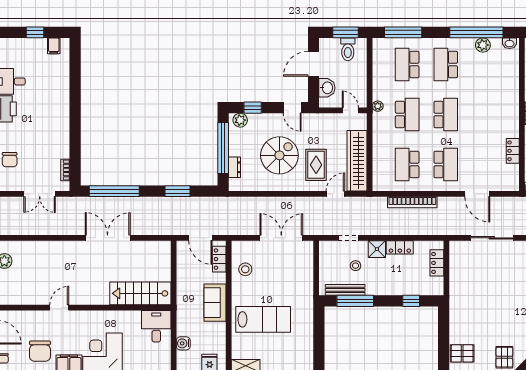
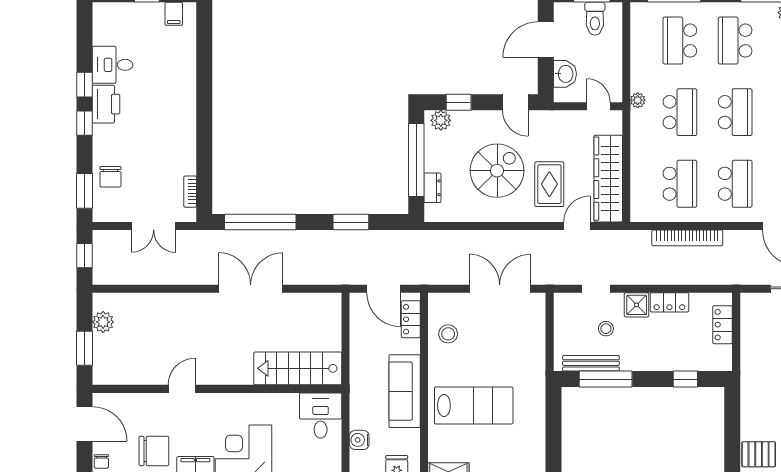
school desk: (407, 164) -> (680, 184), turned 180
sofa: (215, 303) -> (405, 391), width x1.36
chair: (40, 351) -> (154, 451), turned -90

